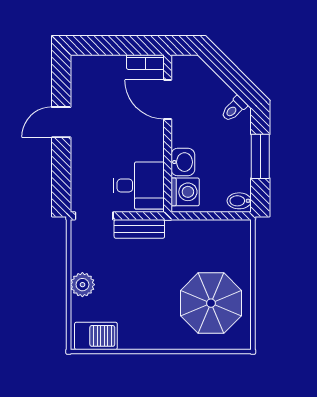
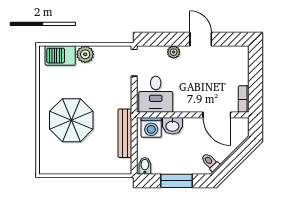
door: (168, 100) -> (217, 115), swing flipped
plant: (79, 160) -> (174, 52), added
bench: (139, 229) -> (125, 133), moved, width x1.36
parasol: (211, 303) -> (71, 120), moved
barbecue: (96, 336) -> (60, 56), moved, turned 90

